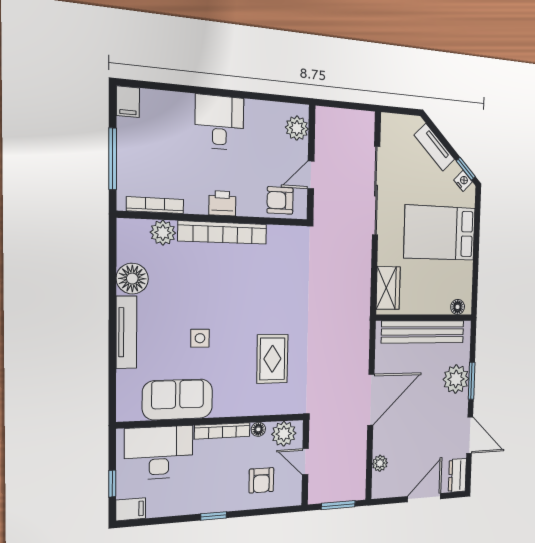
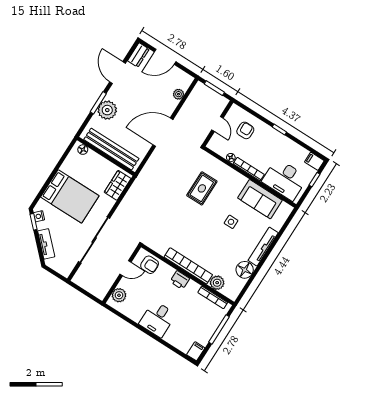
plant: (284, 434) -> (220, 146), removed

